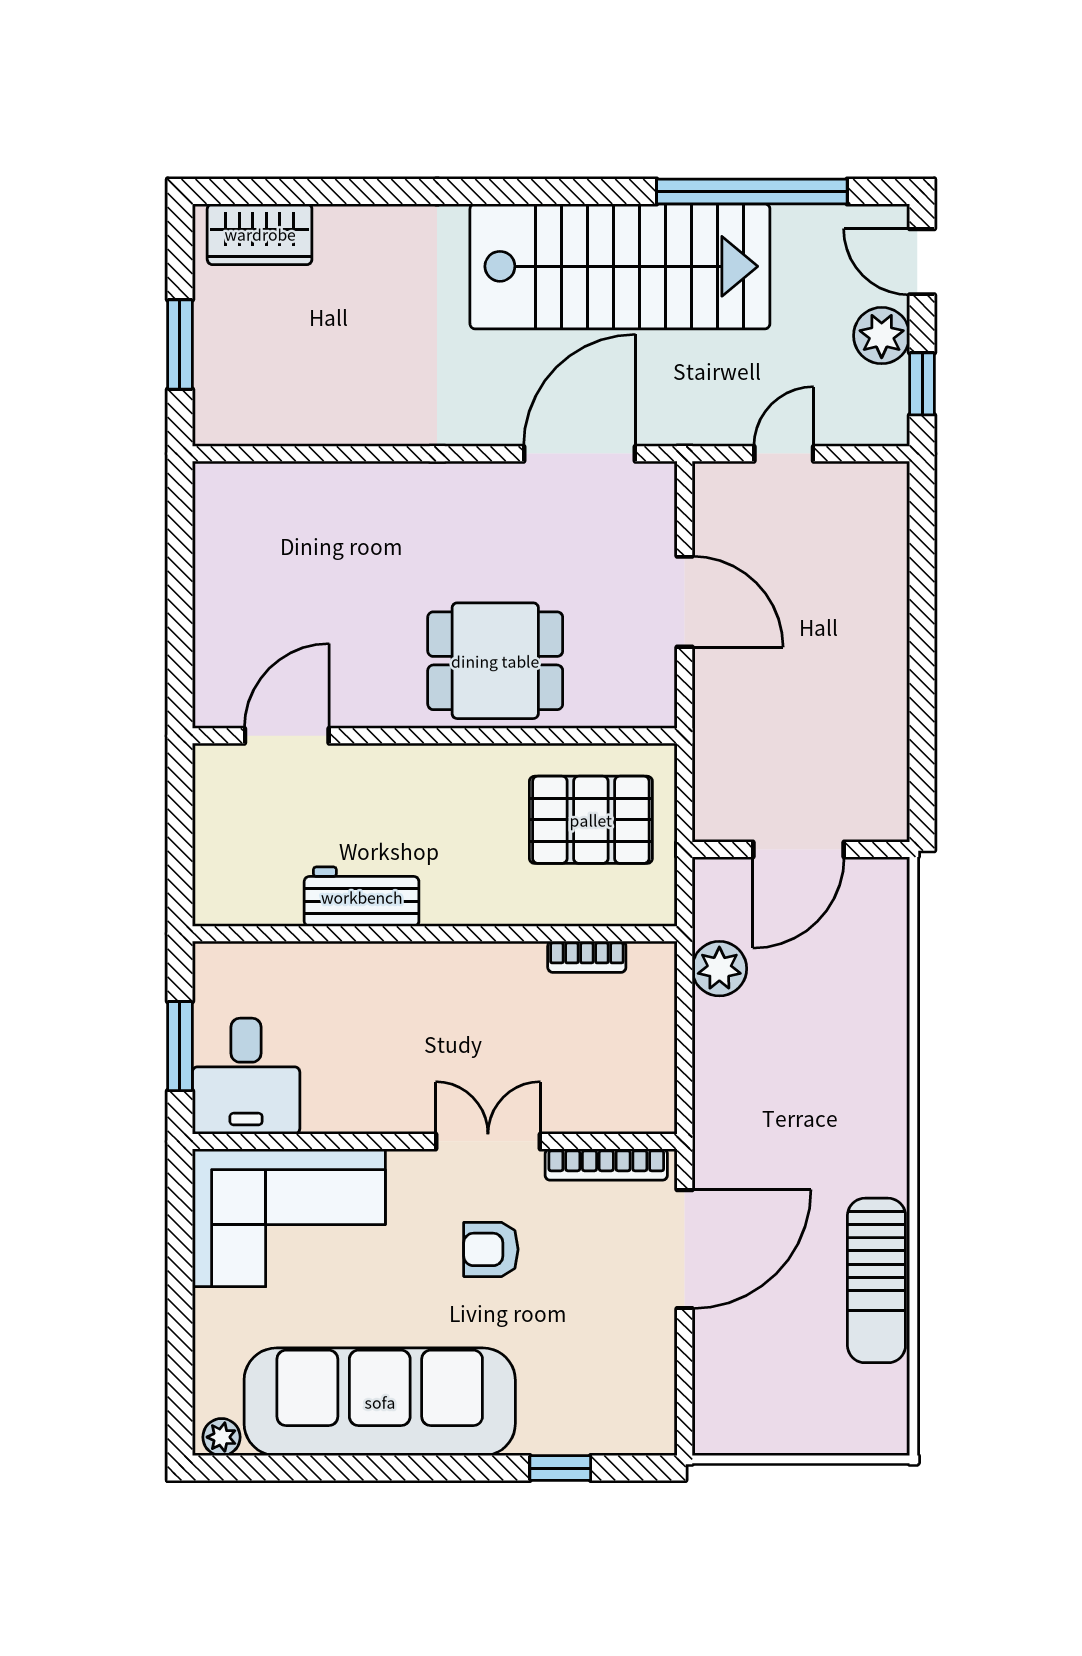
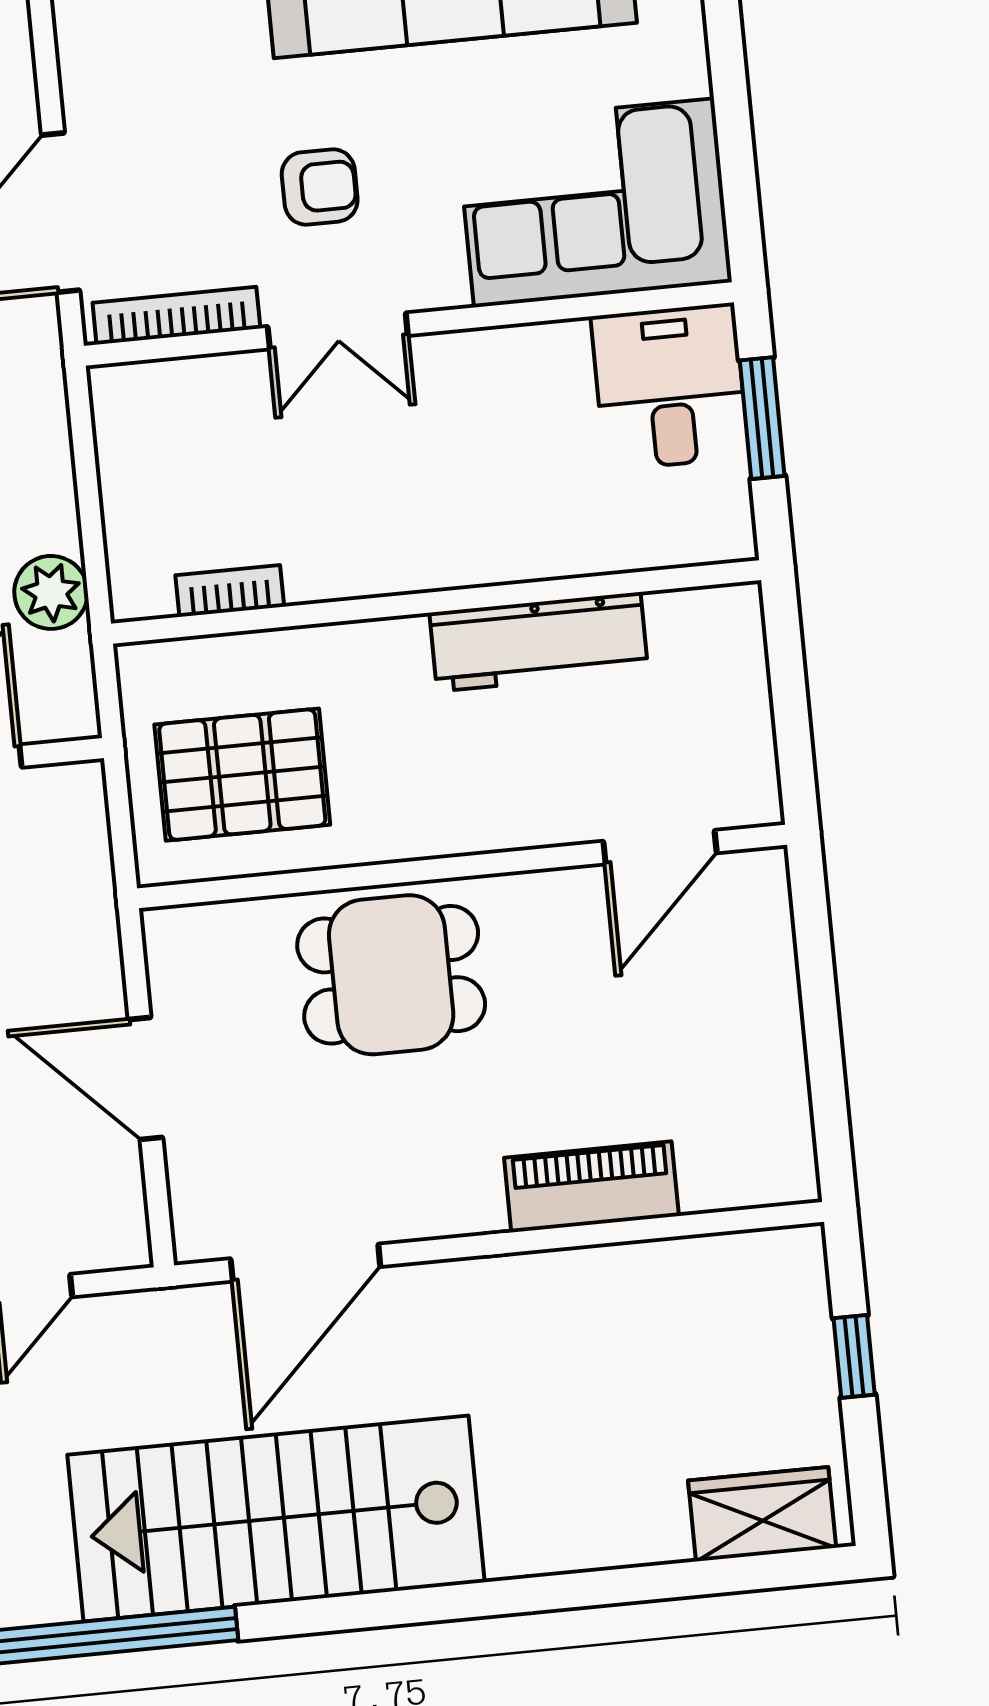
window: (180, 344) -> (854, 1356), width x0.67
piano: (362, 489) -> (591, 1187), added
workbench: (362, 897) -> (539, 642), width x1.38

